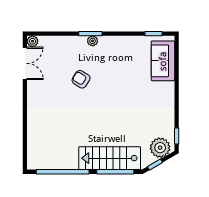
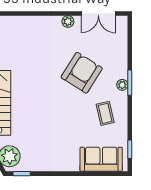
plant: (32, 41) -> (68, 21), moved
coffee table: (119, 57) -> (105, 113), added
armchair: (81, 79) -> (82, 73), width x1.88, depth x1.88

